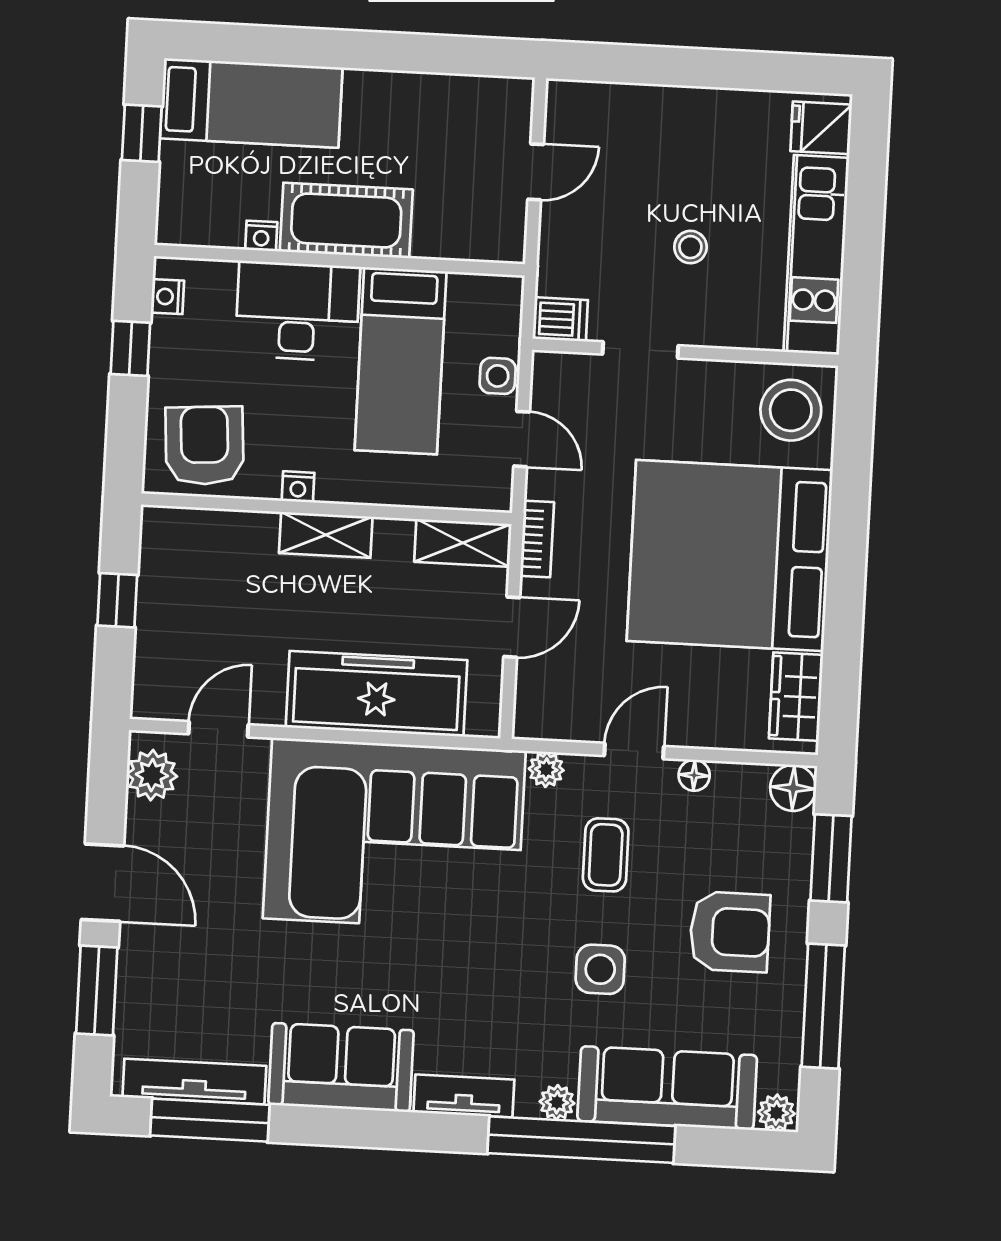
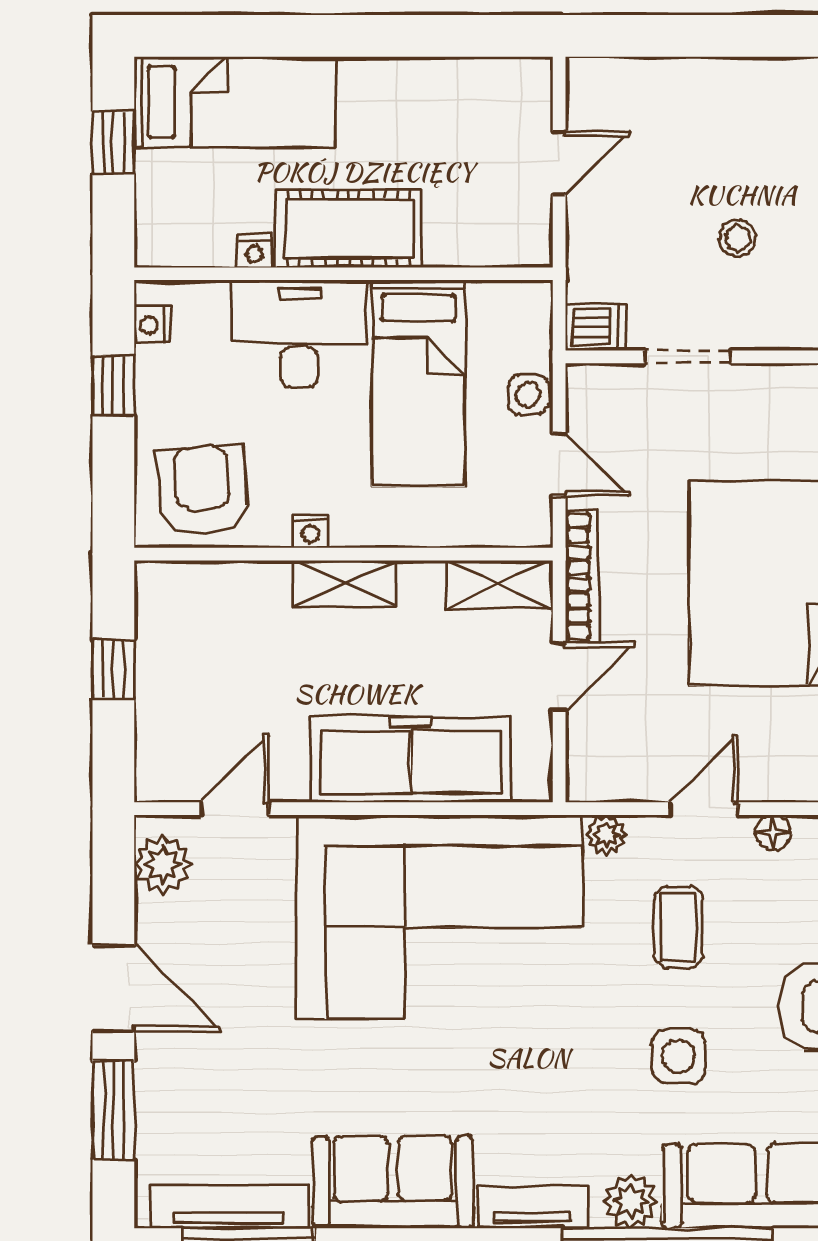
bookcase: (537, 539) -> (582, 576), width x1.56
plant: (557, 1102) -> (631, 1201), width x1.38, depth x1.38

